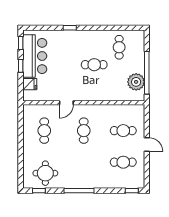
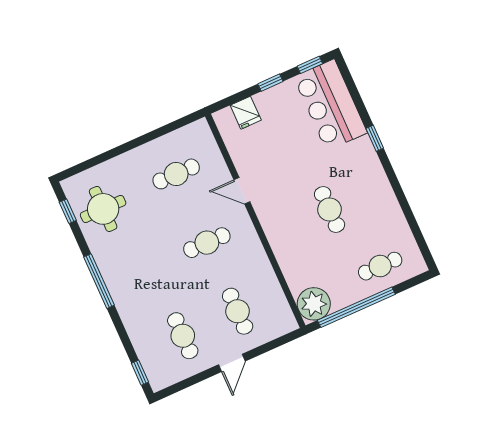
cafe table: (119, 47) -> (380, 266), moved
bar counter: (35, 56) -> (330, 105), moved, turned 90
plant: (136, 82) -> (314, 304), moved

